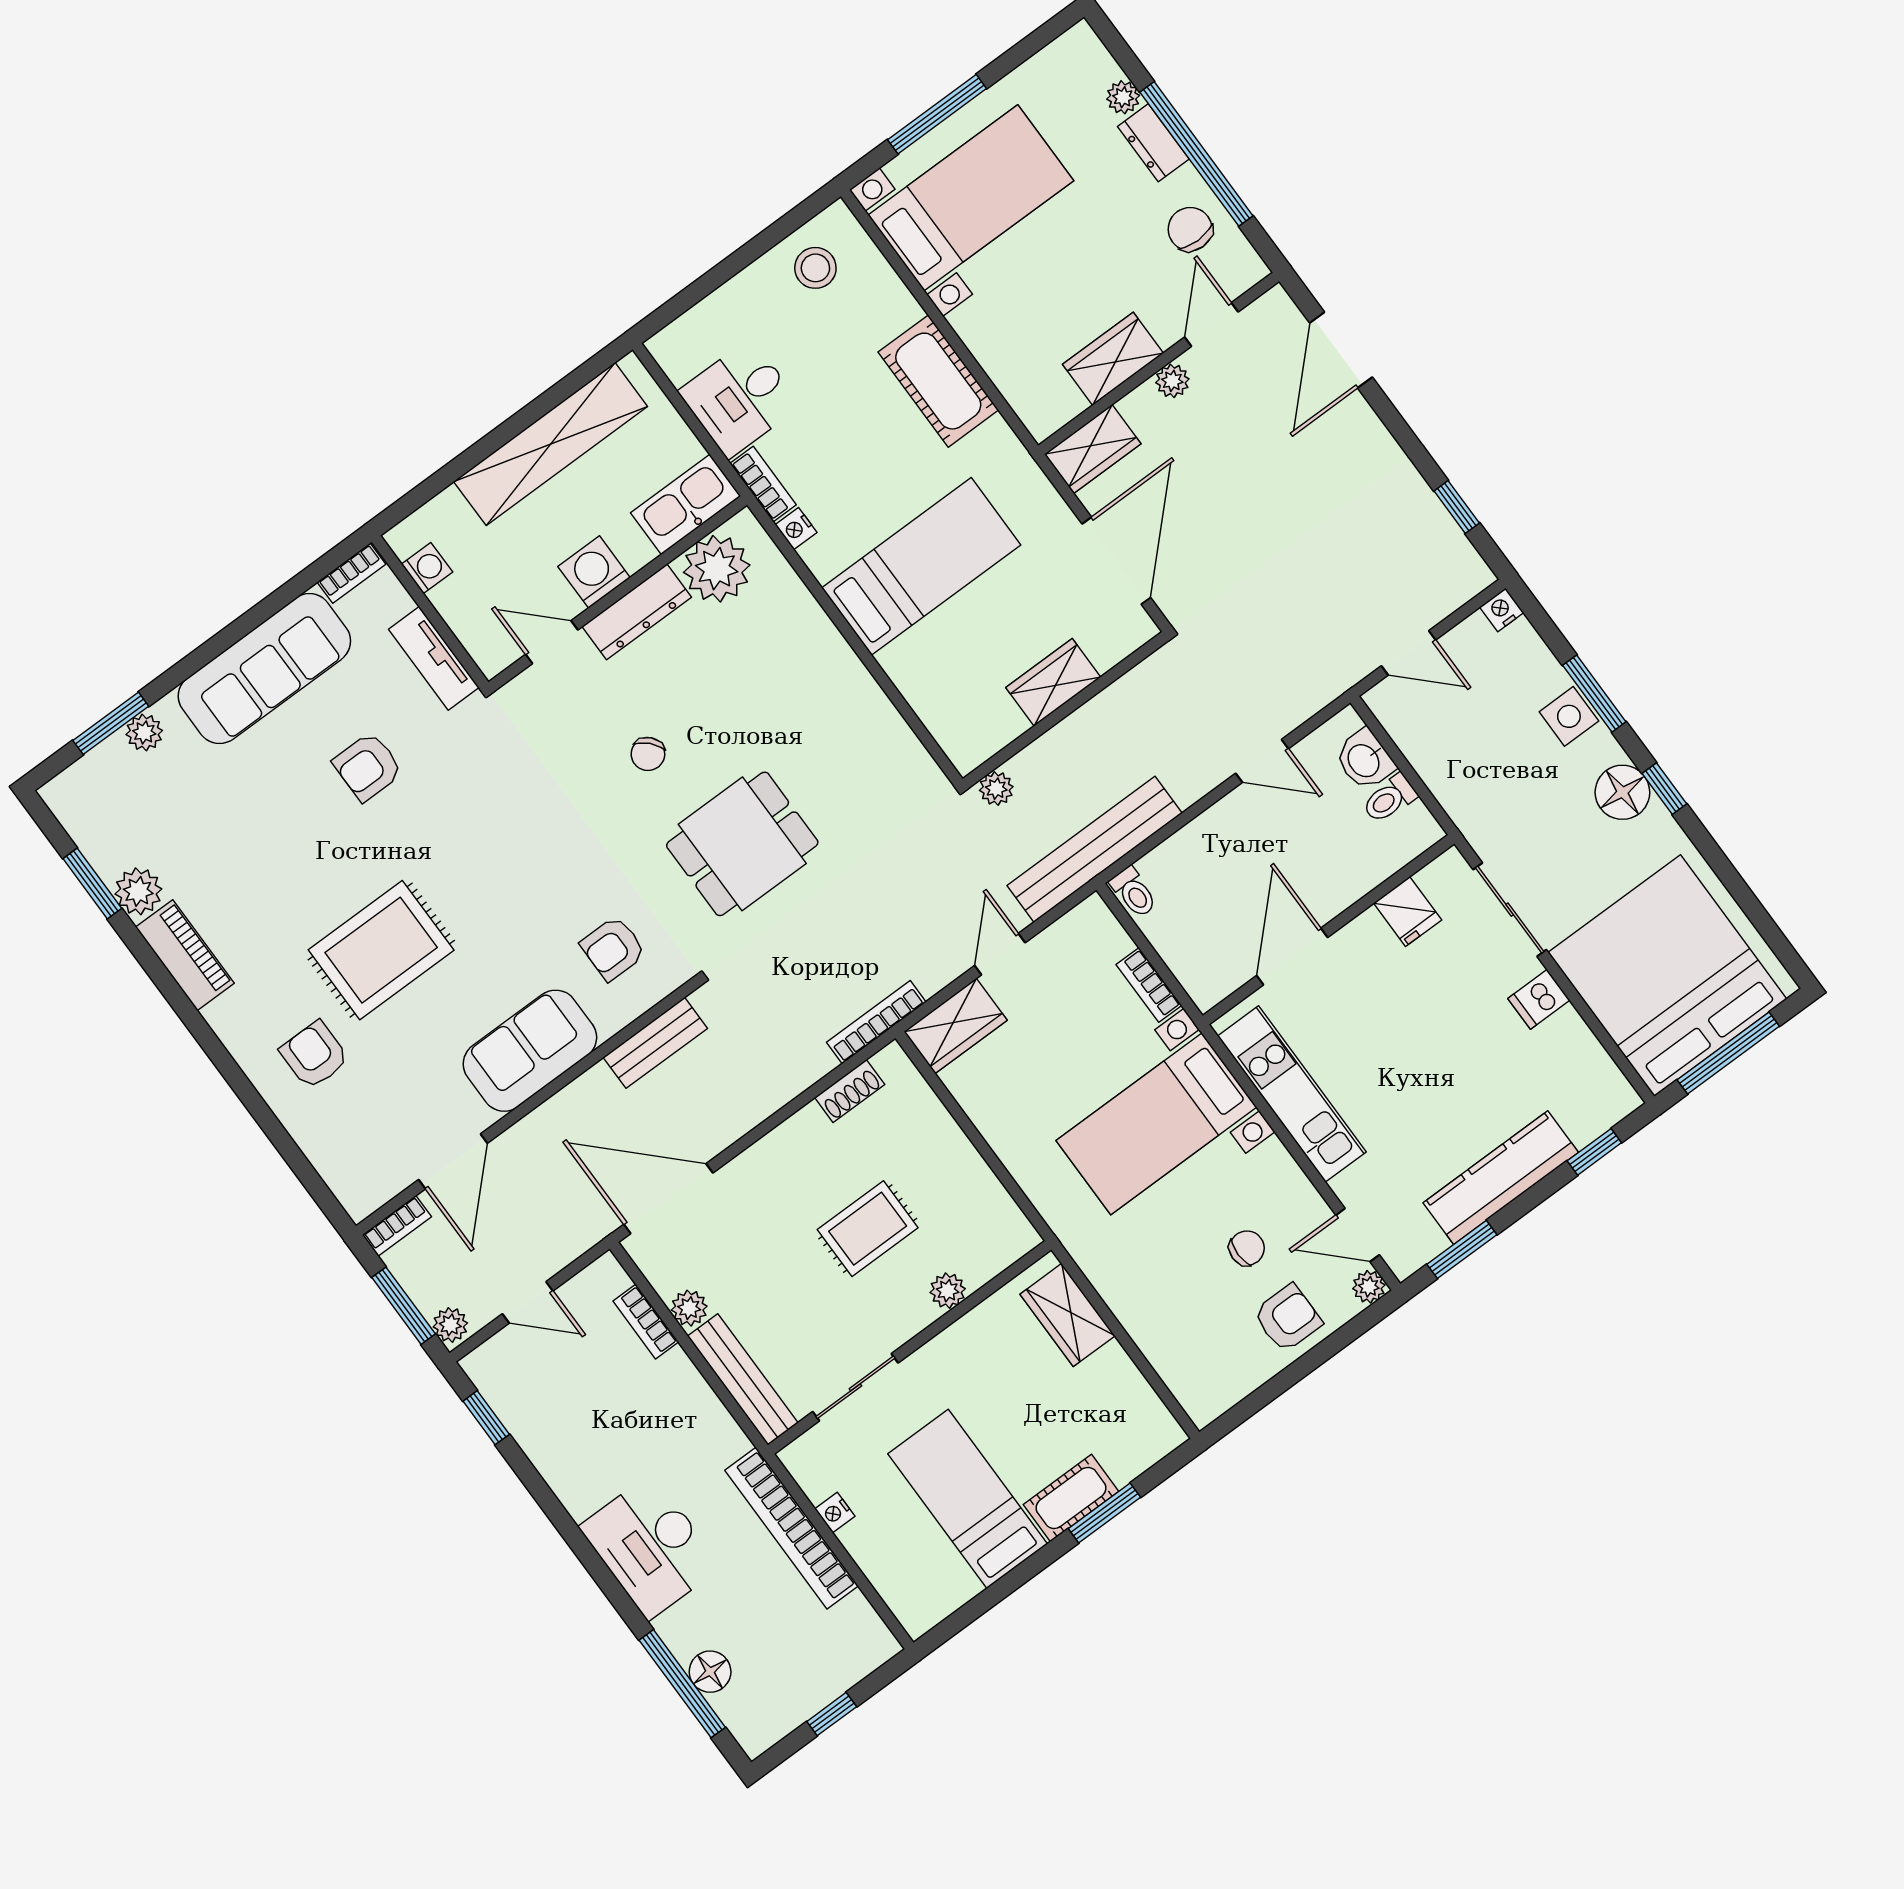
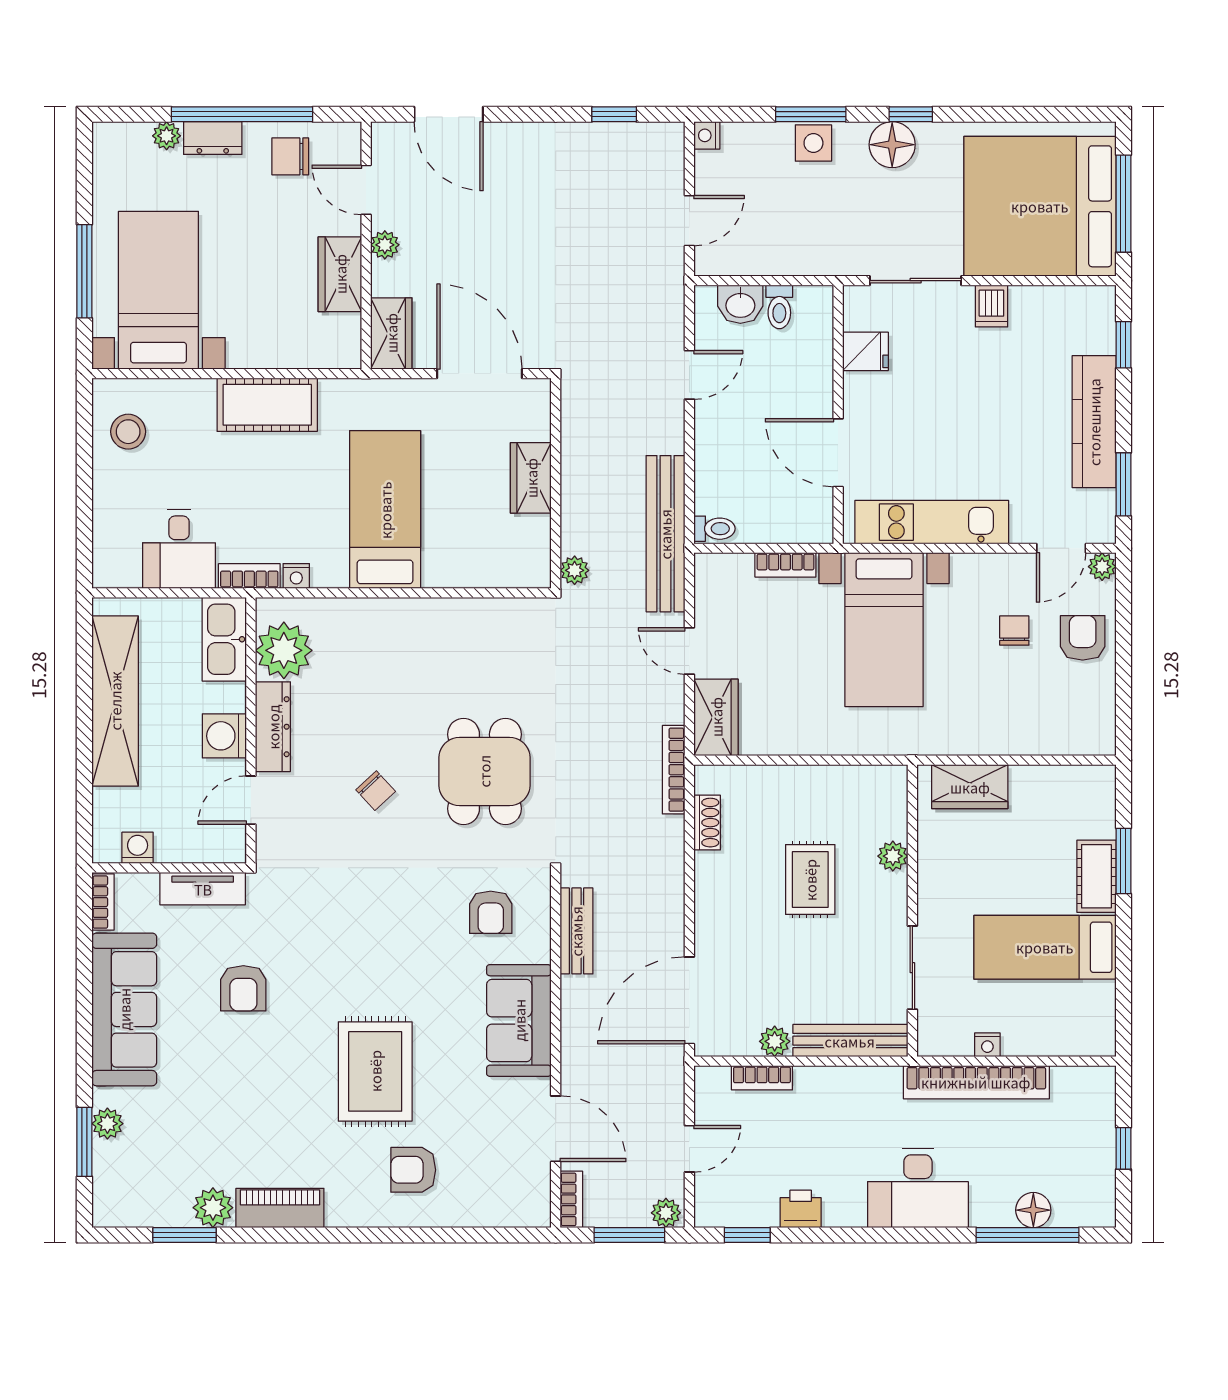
printer: (548, 1450) -> (801, 1209), added

